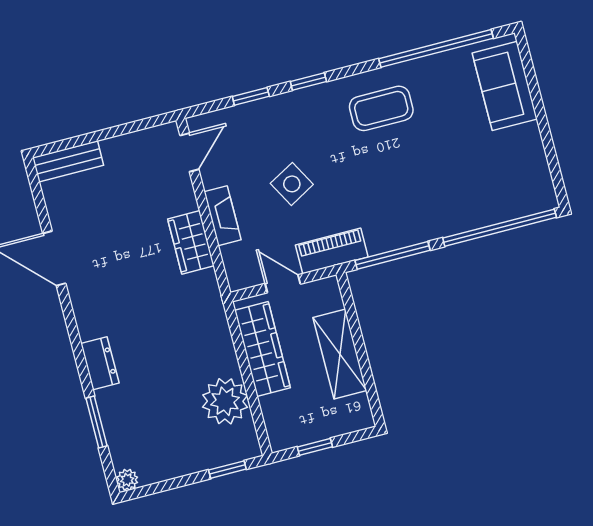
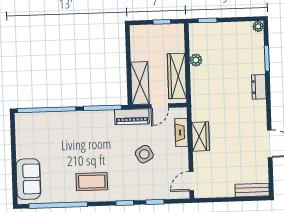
fireplace: (223, 216) -> (181, 132), moved
door: (283, 284) -> (160, 106), hinge flipped
shelving: (340, 354) -> (140, 83), moved
plant: (225, 401) -> (196, 60), width x0.53, depth x0.53

